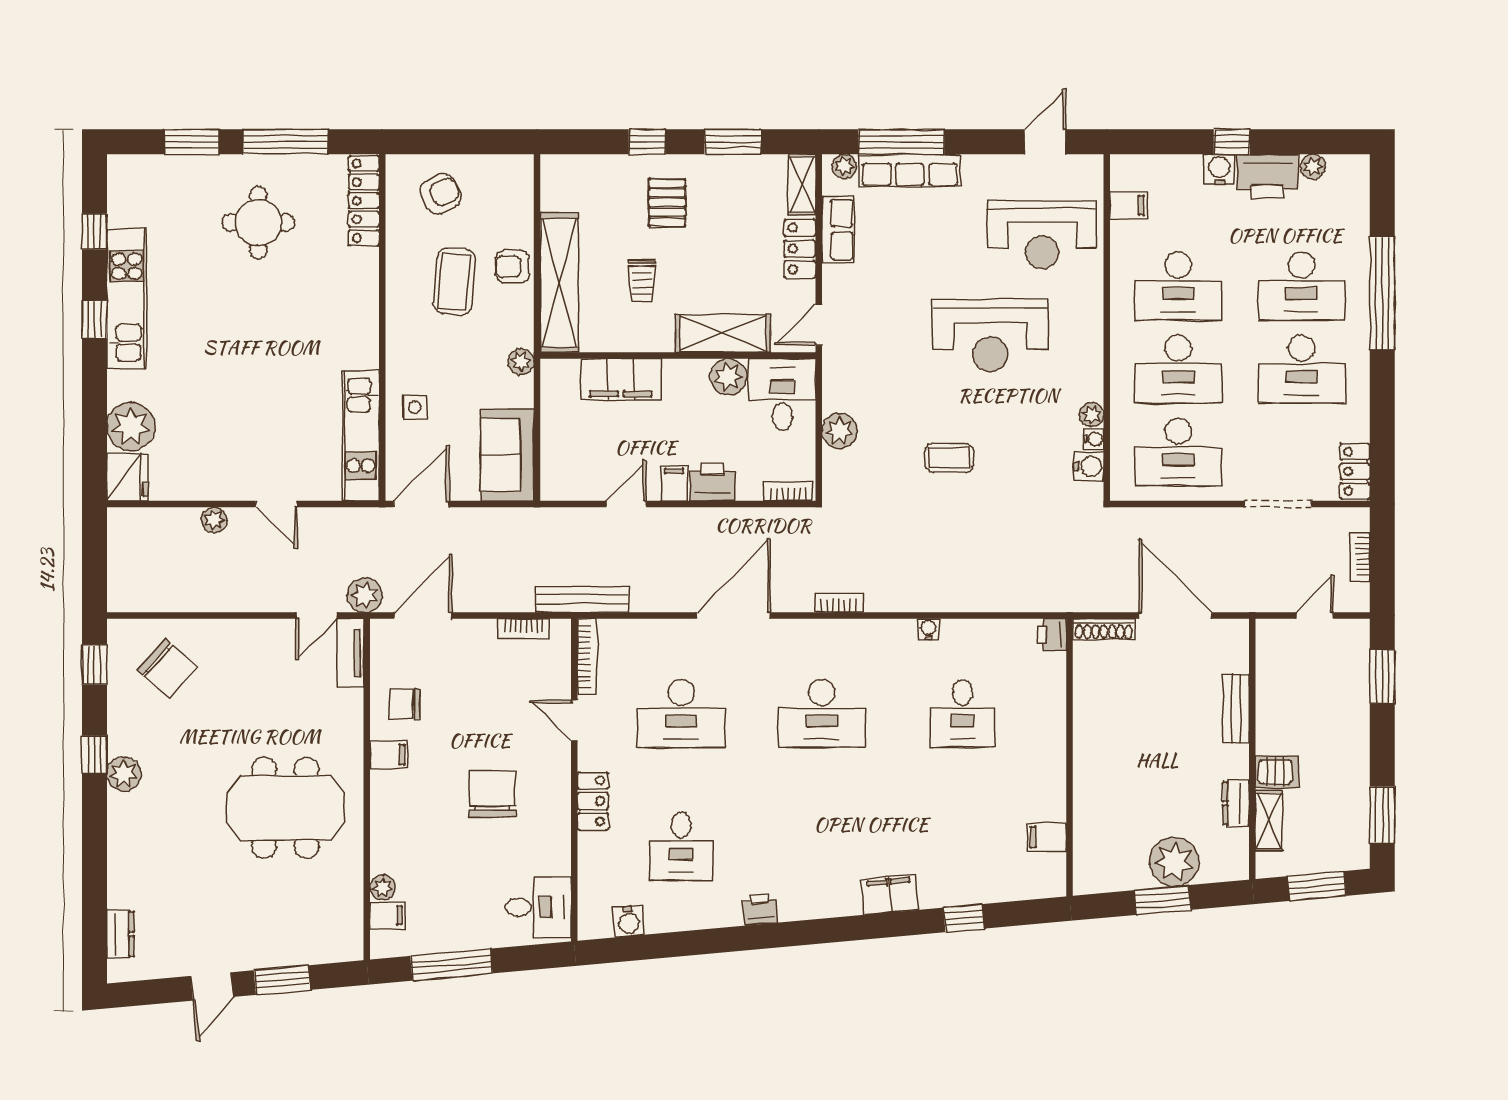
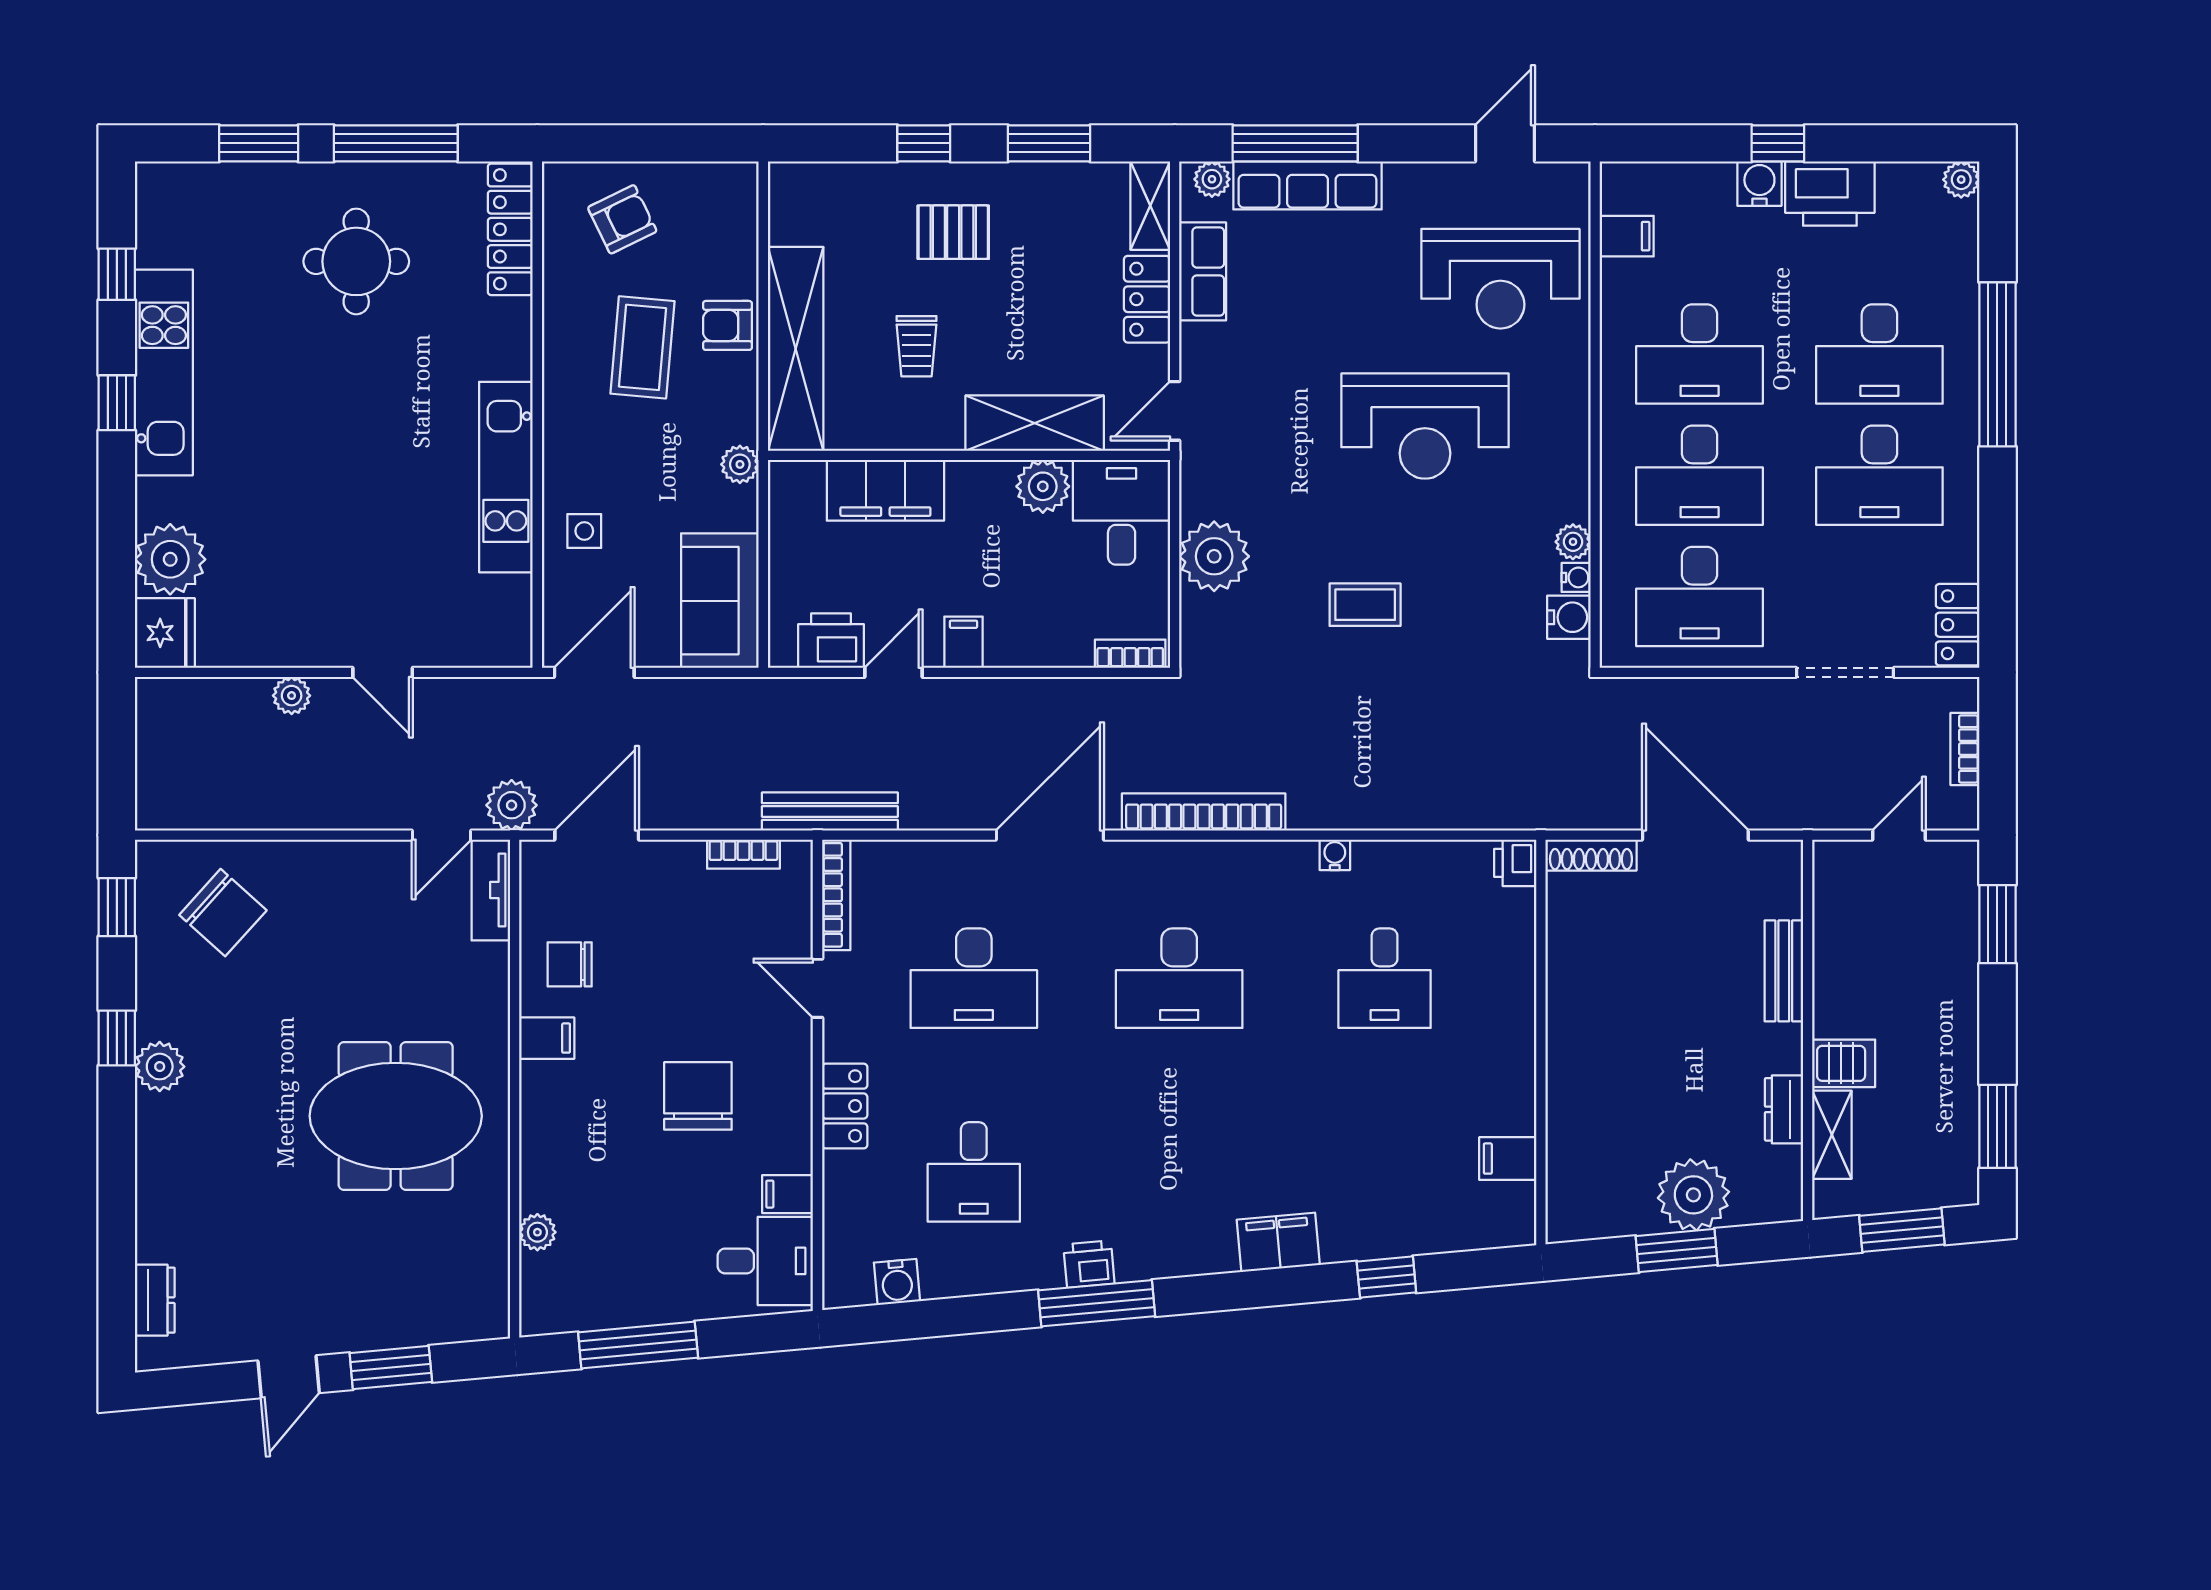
plant: (1313, 167) -> (1961, 180), moved
pallet: (667, 203) -> (953, 232), turned 90
plant: (839, 431) -> (1214, 556), width x1.36, depth x1.36
kitchen unit: (361, 436) -> (506, 477), moved
printer: (712, 482) -> (831, 641), moved
bookcase: (839, 603) -> (1204, 812), width x2.31, depth x1.31
filing cabinet: (387, 915) -> (788, 1194), moved, turned 180
window: (765, 936) -> (1097, 1303), added

